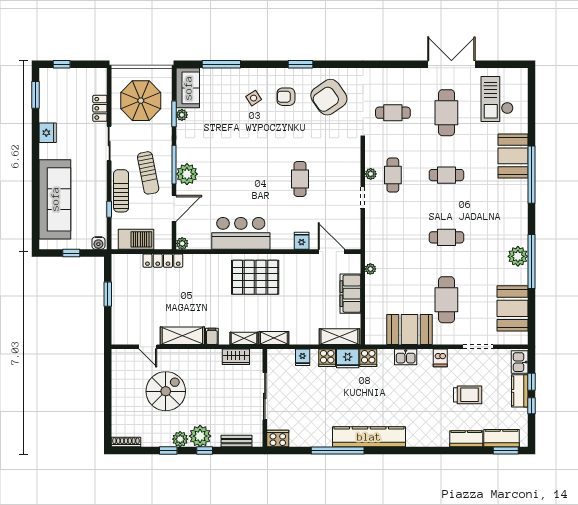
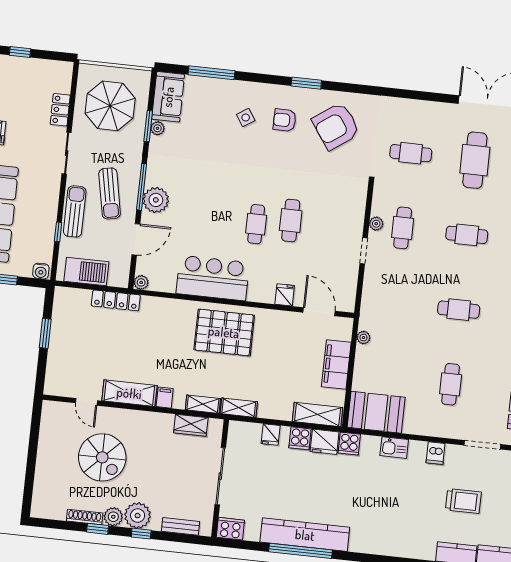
cafe table: (272, 185) -> (256, 224), added
cafe table: (446, 300) -> (451, 384), width x0.73, depth x0.74
booth: (410, 329) -> (376, 412), moved
spiral stairs: (166, 391) -> (102, 457), turned 90
kitchen counter: (369, 437) -> (305, 535), moved
shoe rack: (126, 442) -> (85, 517), moved

